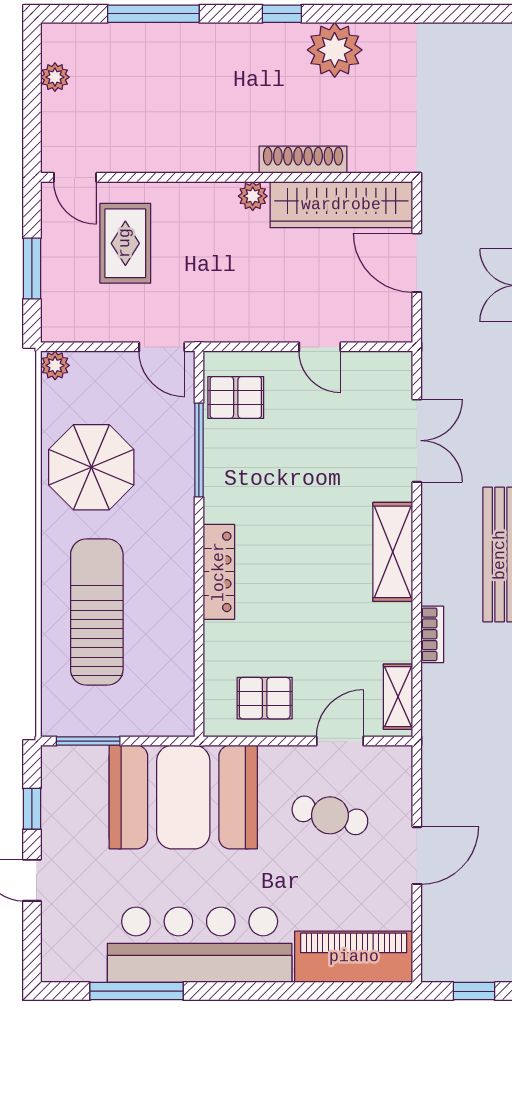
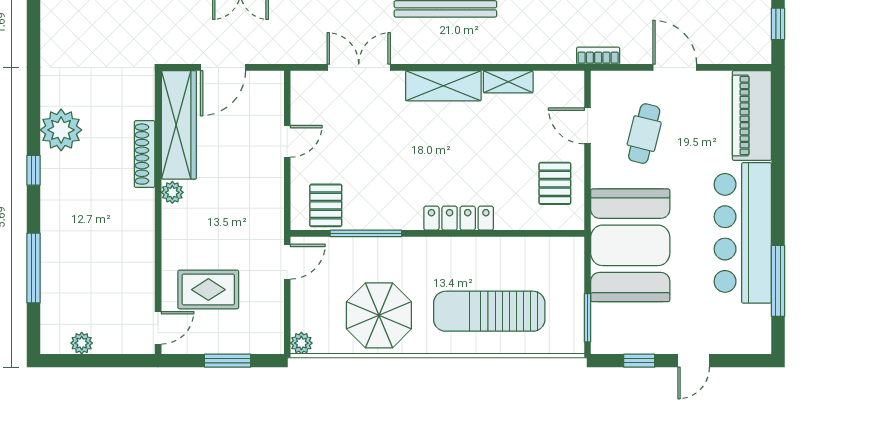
bookcase: (432, 634) -> (598, 56), moved
shelving: (398, 697) -> (508, 82), moved

